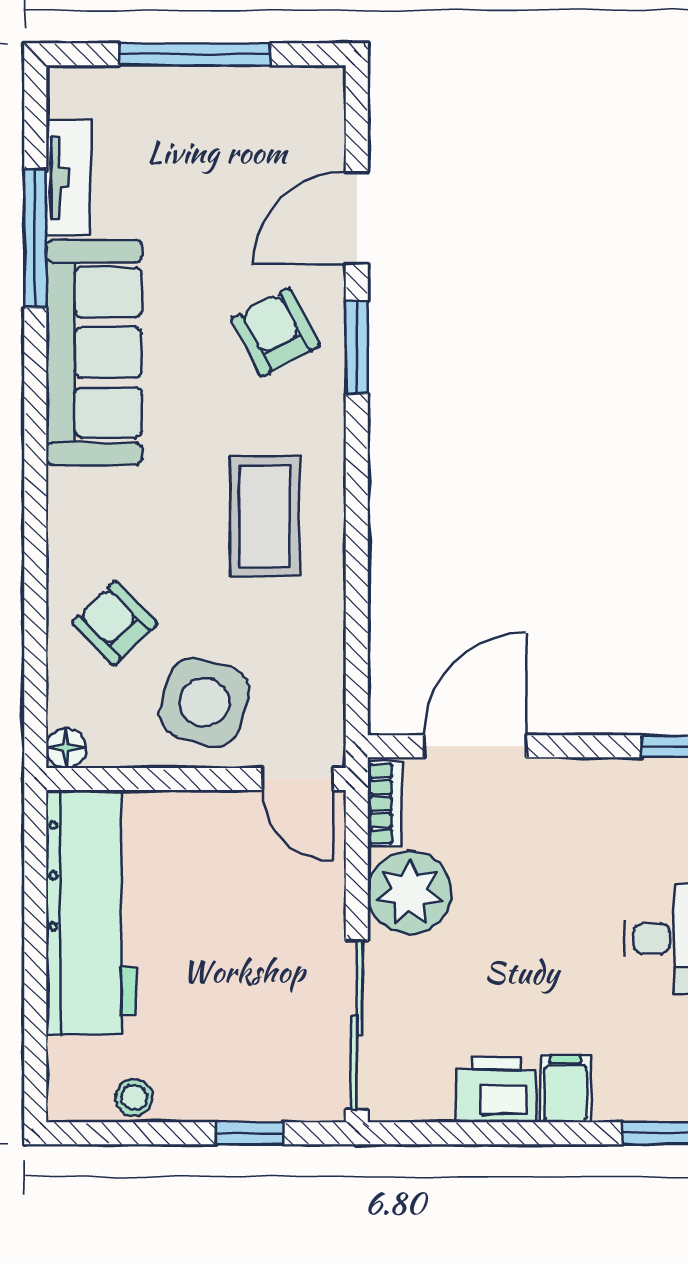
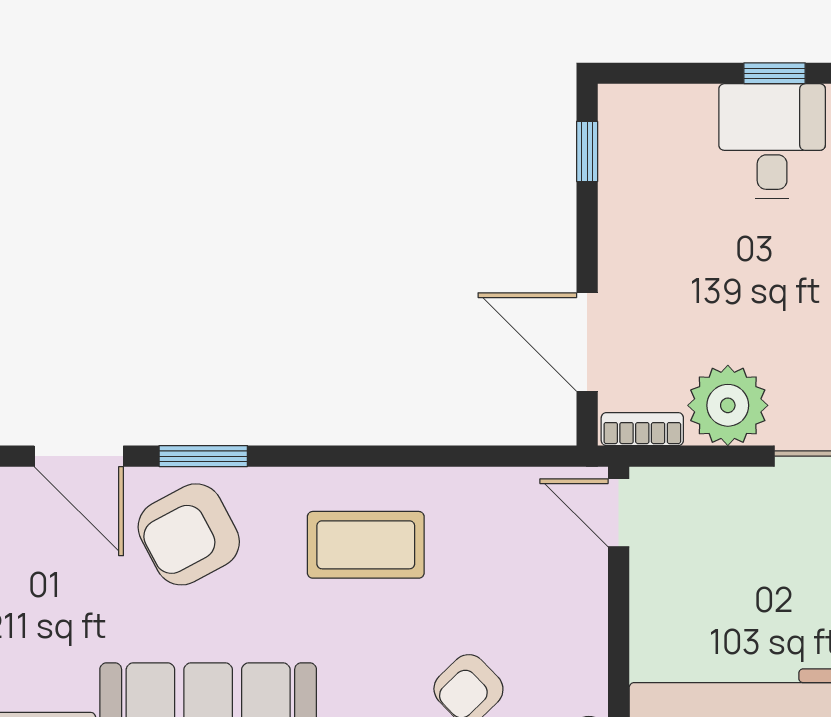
armchair: (275, 332) -> (189, 534), width x1.38, depth x1.38
side table: (204, 702) -> (545, 603), removed
door: (298, 779) -> (619, 513), swing flipped

